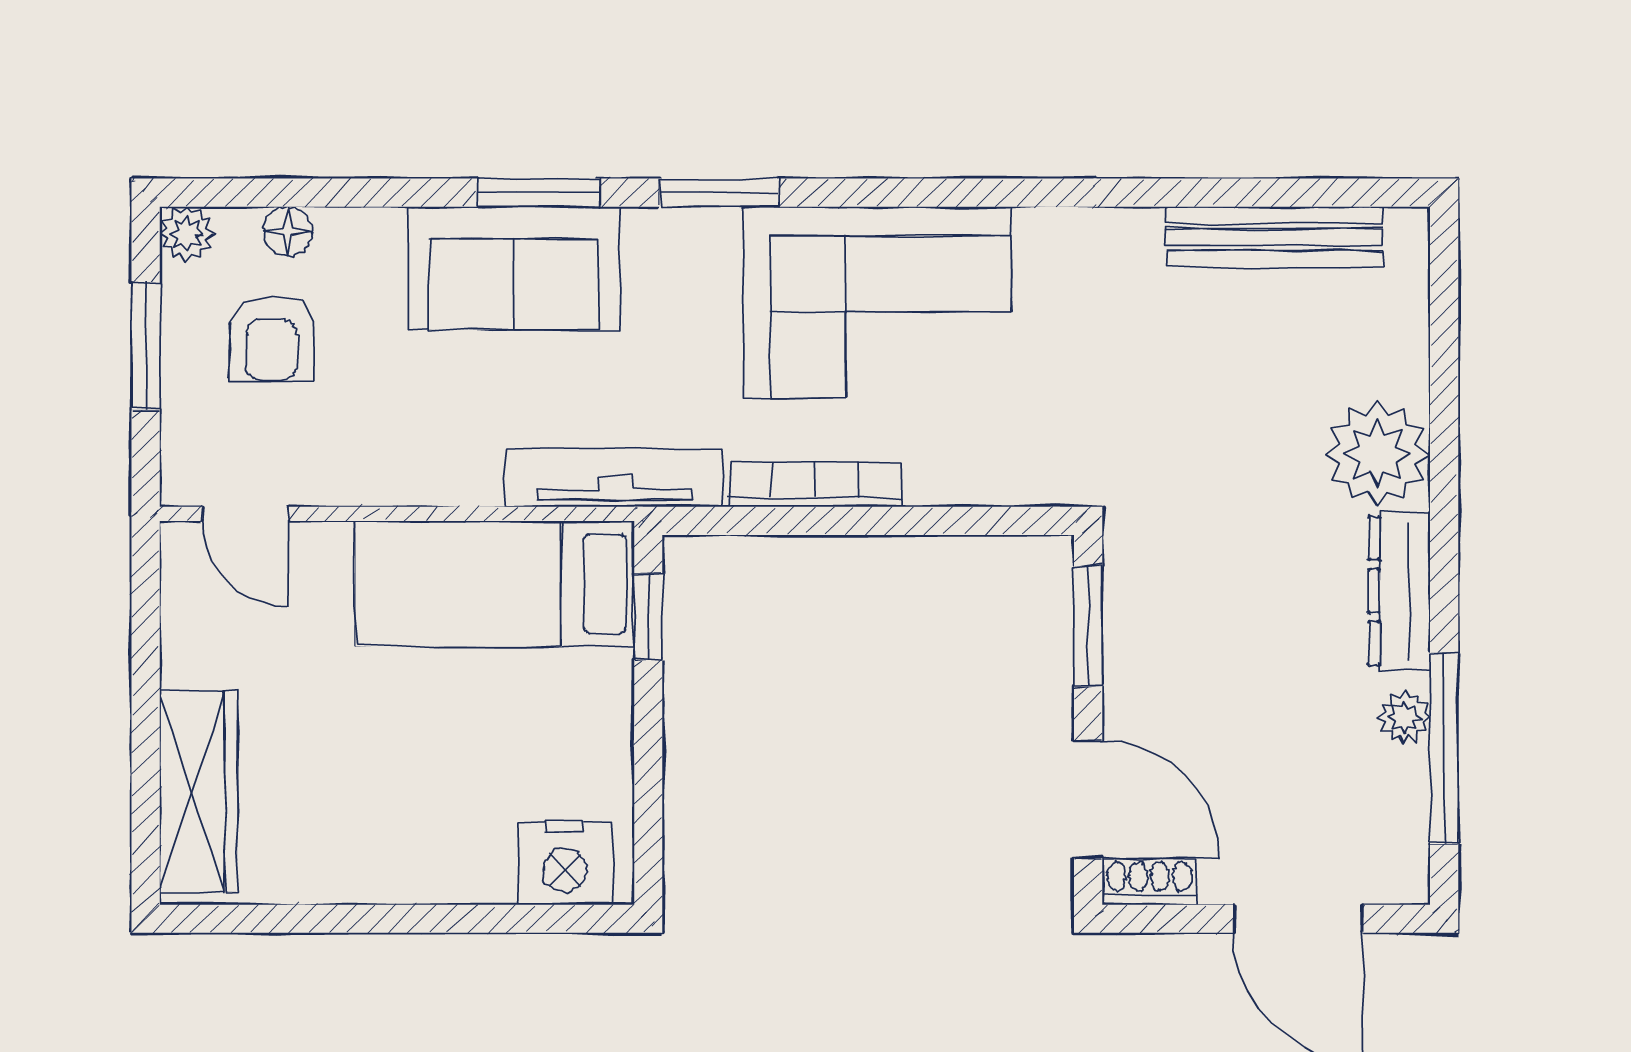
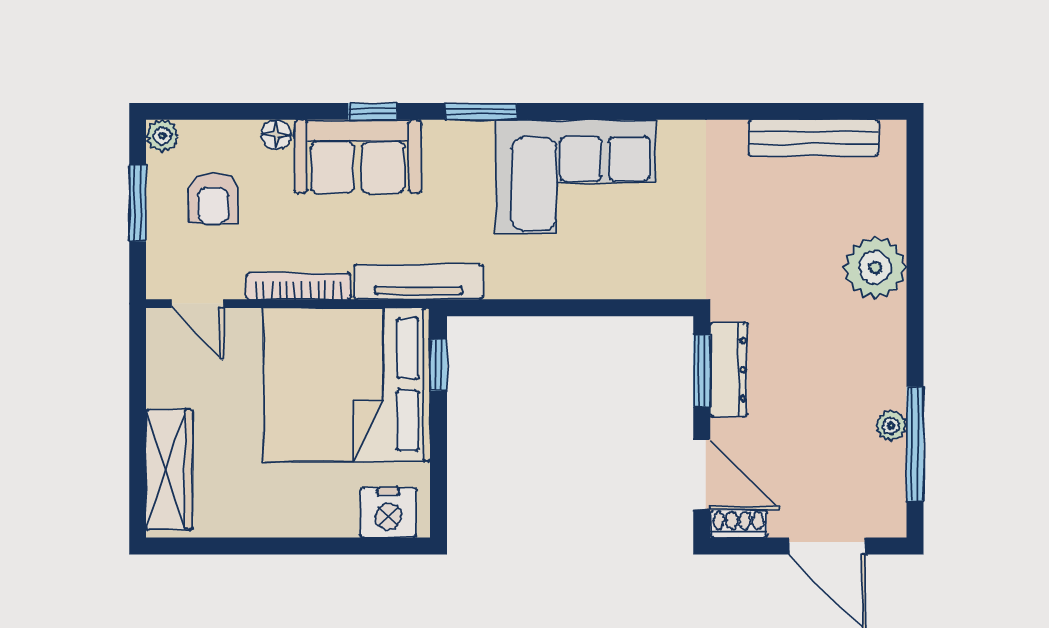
window: (538, 193) -> (373, 111), width x0.67
floor lamp: (288, 231) -> (276, 135), moved
bookcase: (815, 485) -> (299, 286), moved
bed: (495, 584) -> (347, 385), width x2.04
dresser: (1399, 591) -> (729, 370), moved, turned 180

